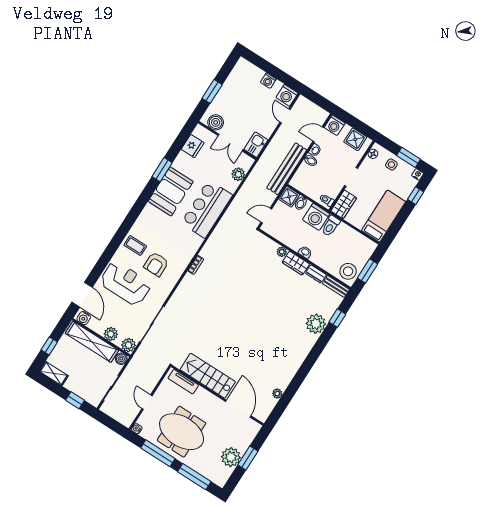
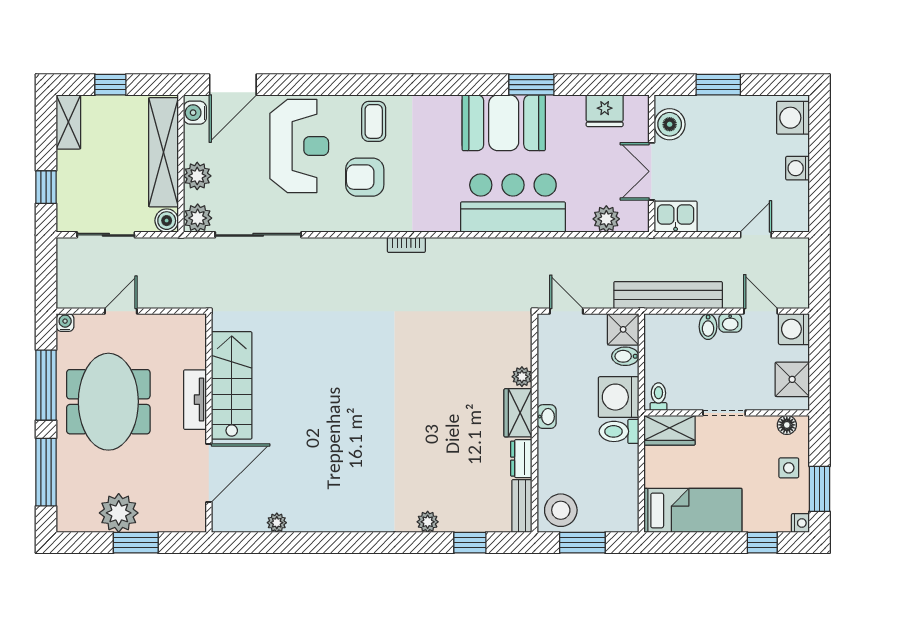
washing machine: (287, 95) -> (793, 118), moved
plant: (316, 324) -> (428, 522), width x0.53, depth x0.53
tv unit: (183, 382) -> (195, 400), moved

